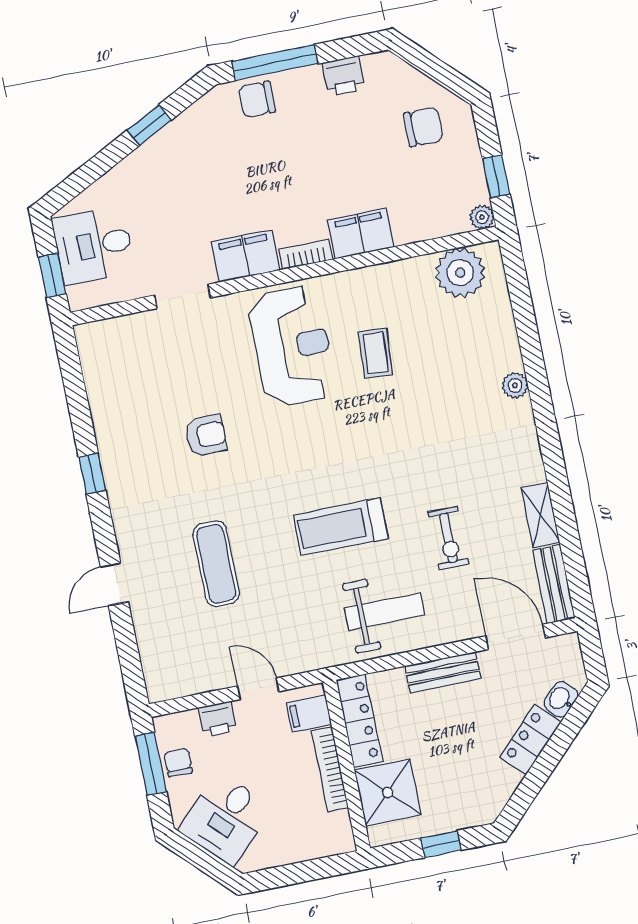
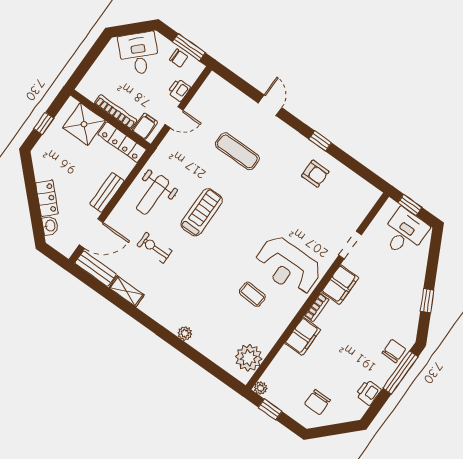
armchair: (206, 435) -> (315, 174), moved, turned -90

